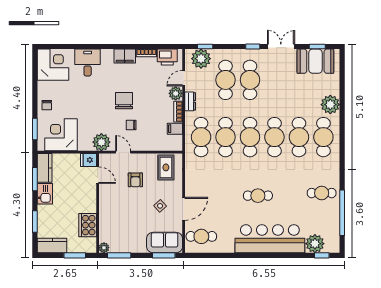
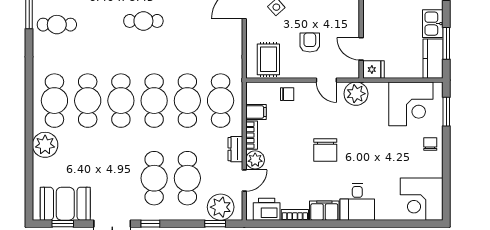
desk: (88, 63) -> (357, 202), moved
chair: (131, 125) -> (287, 94), moved

